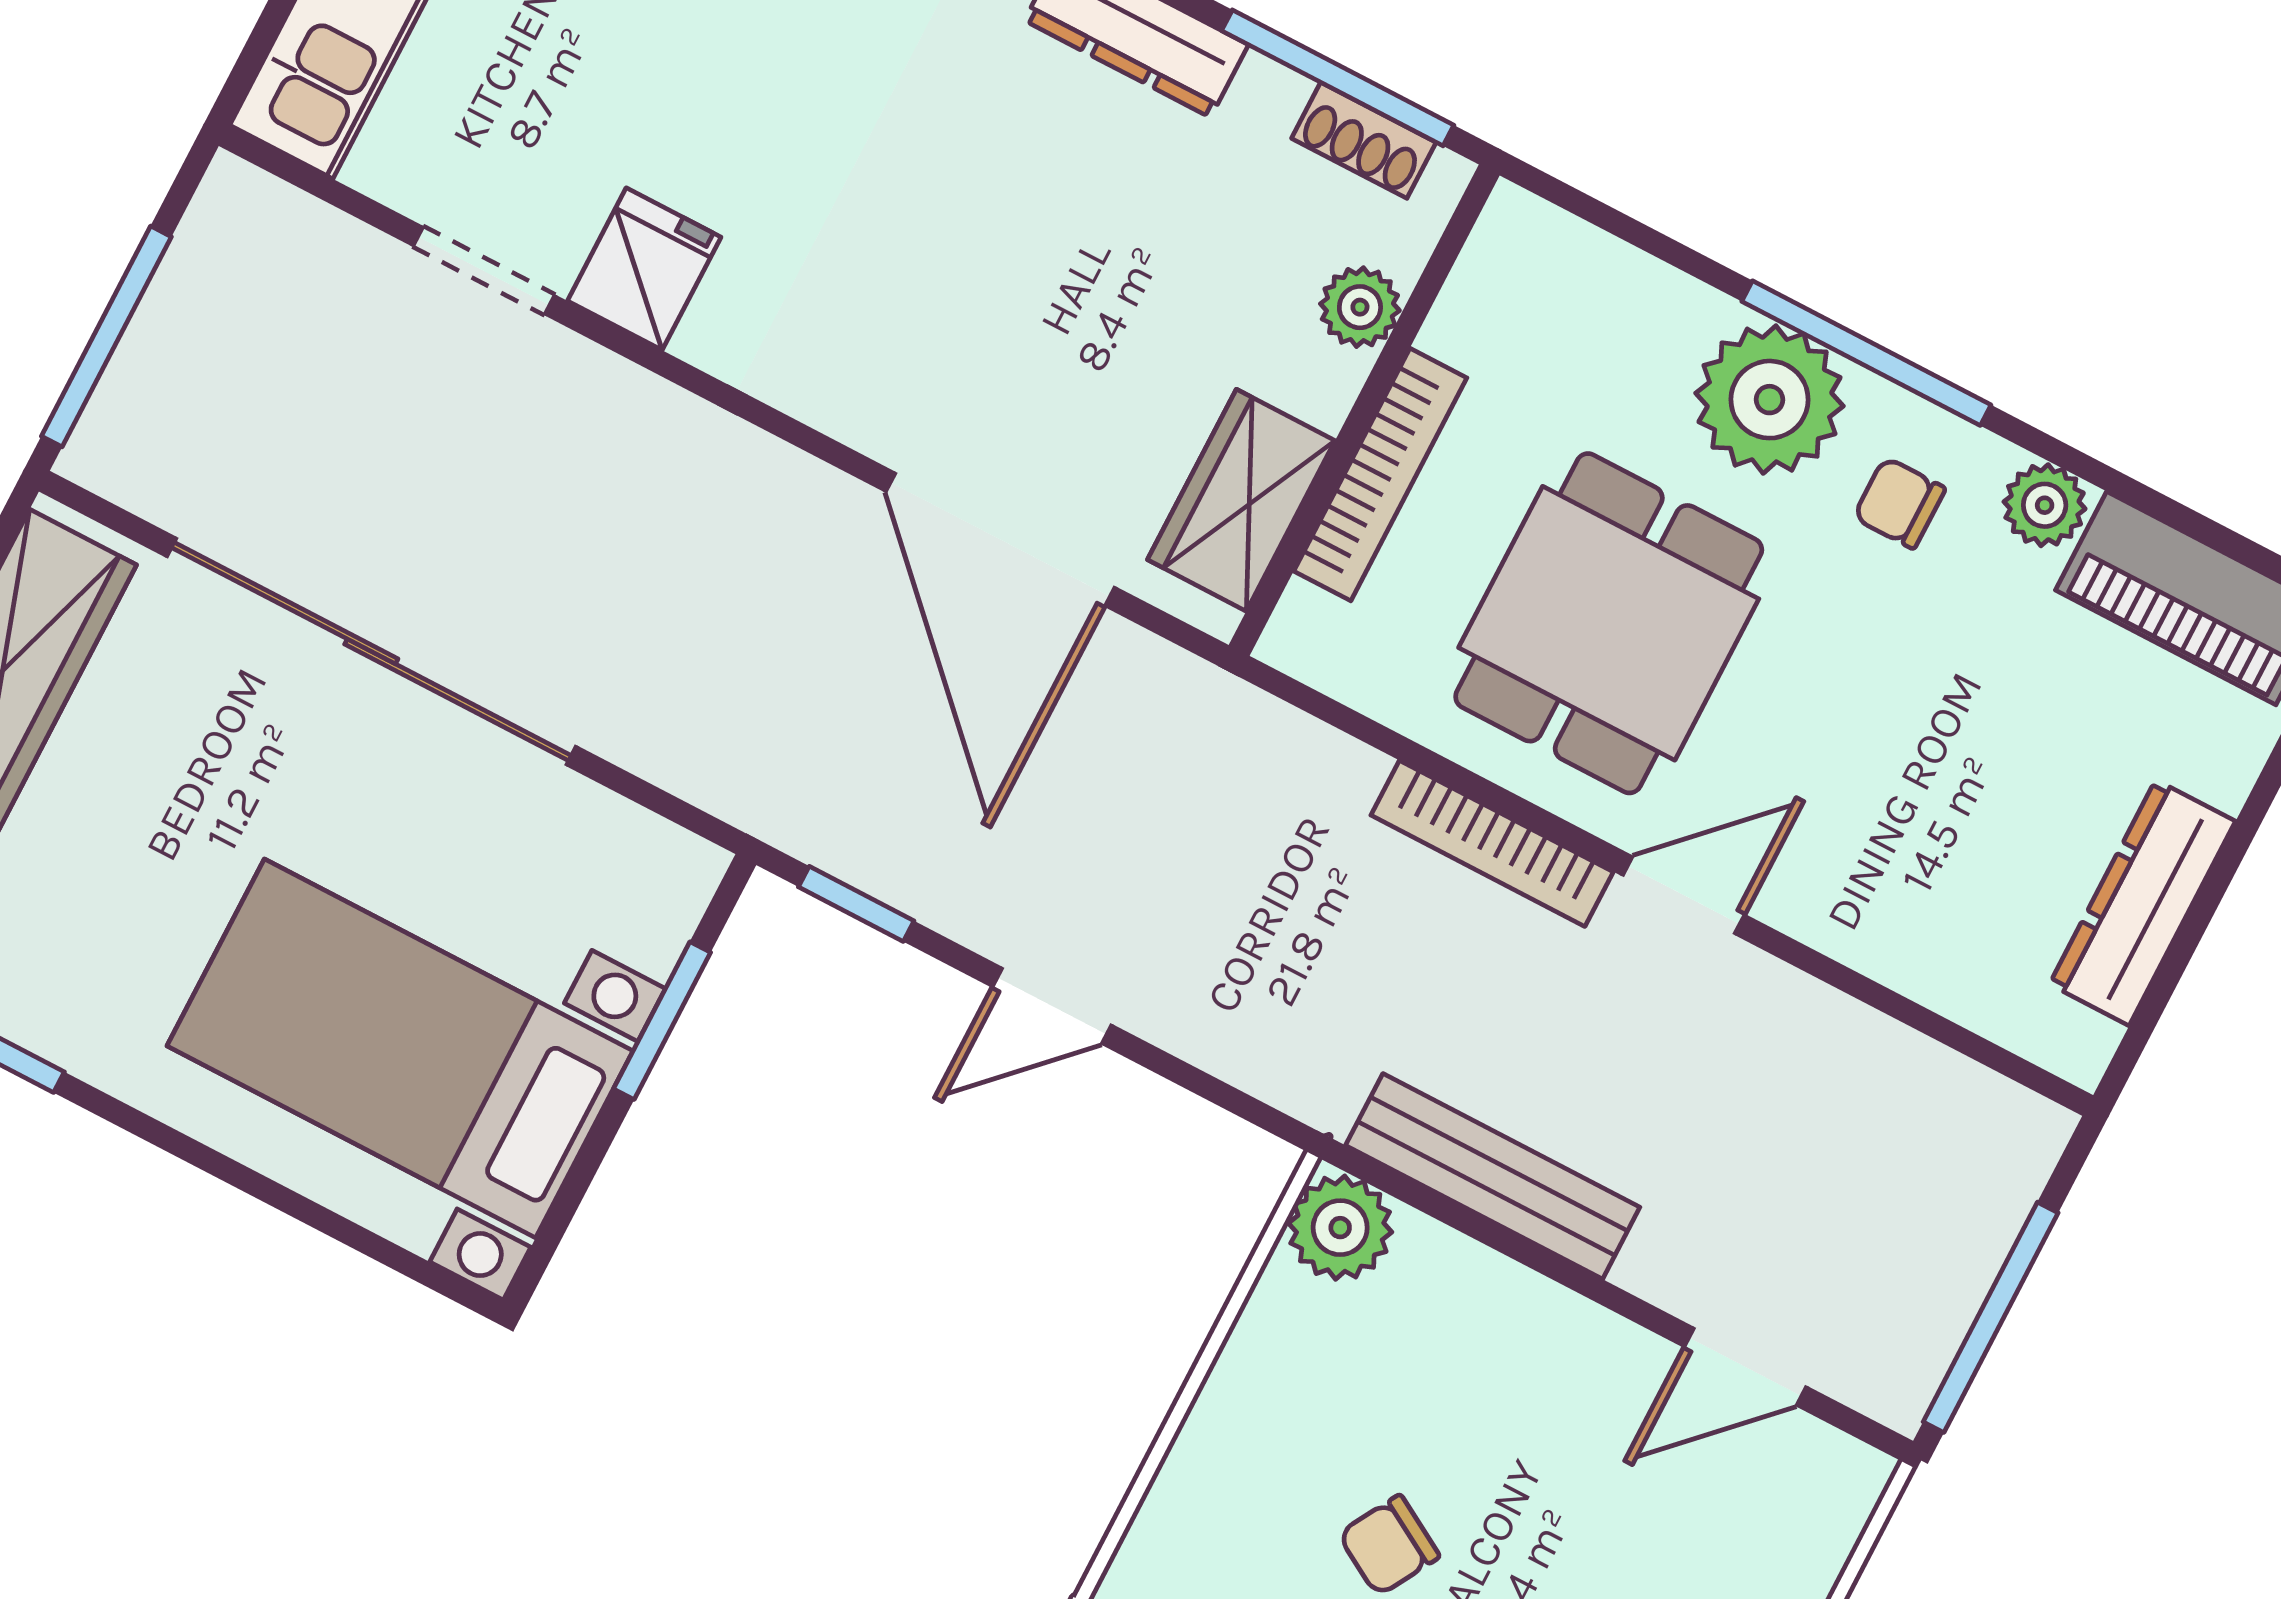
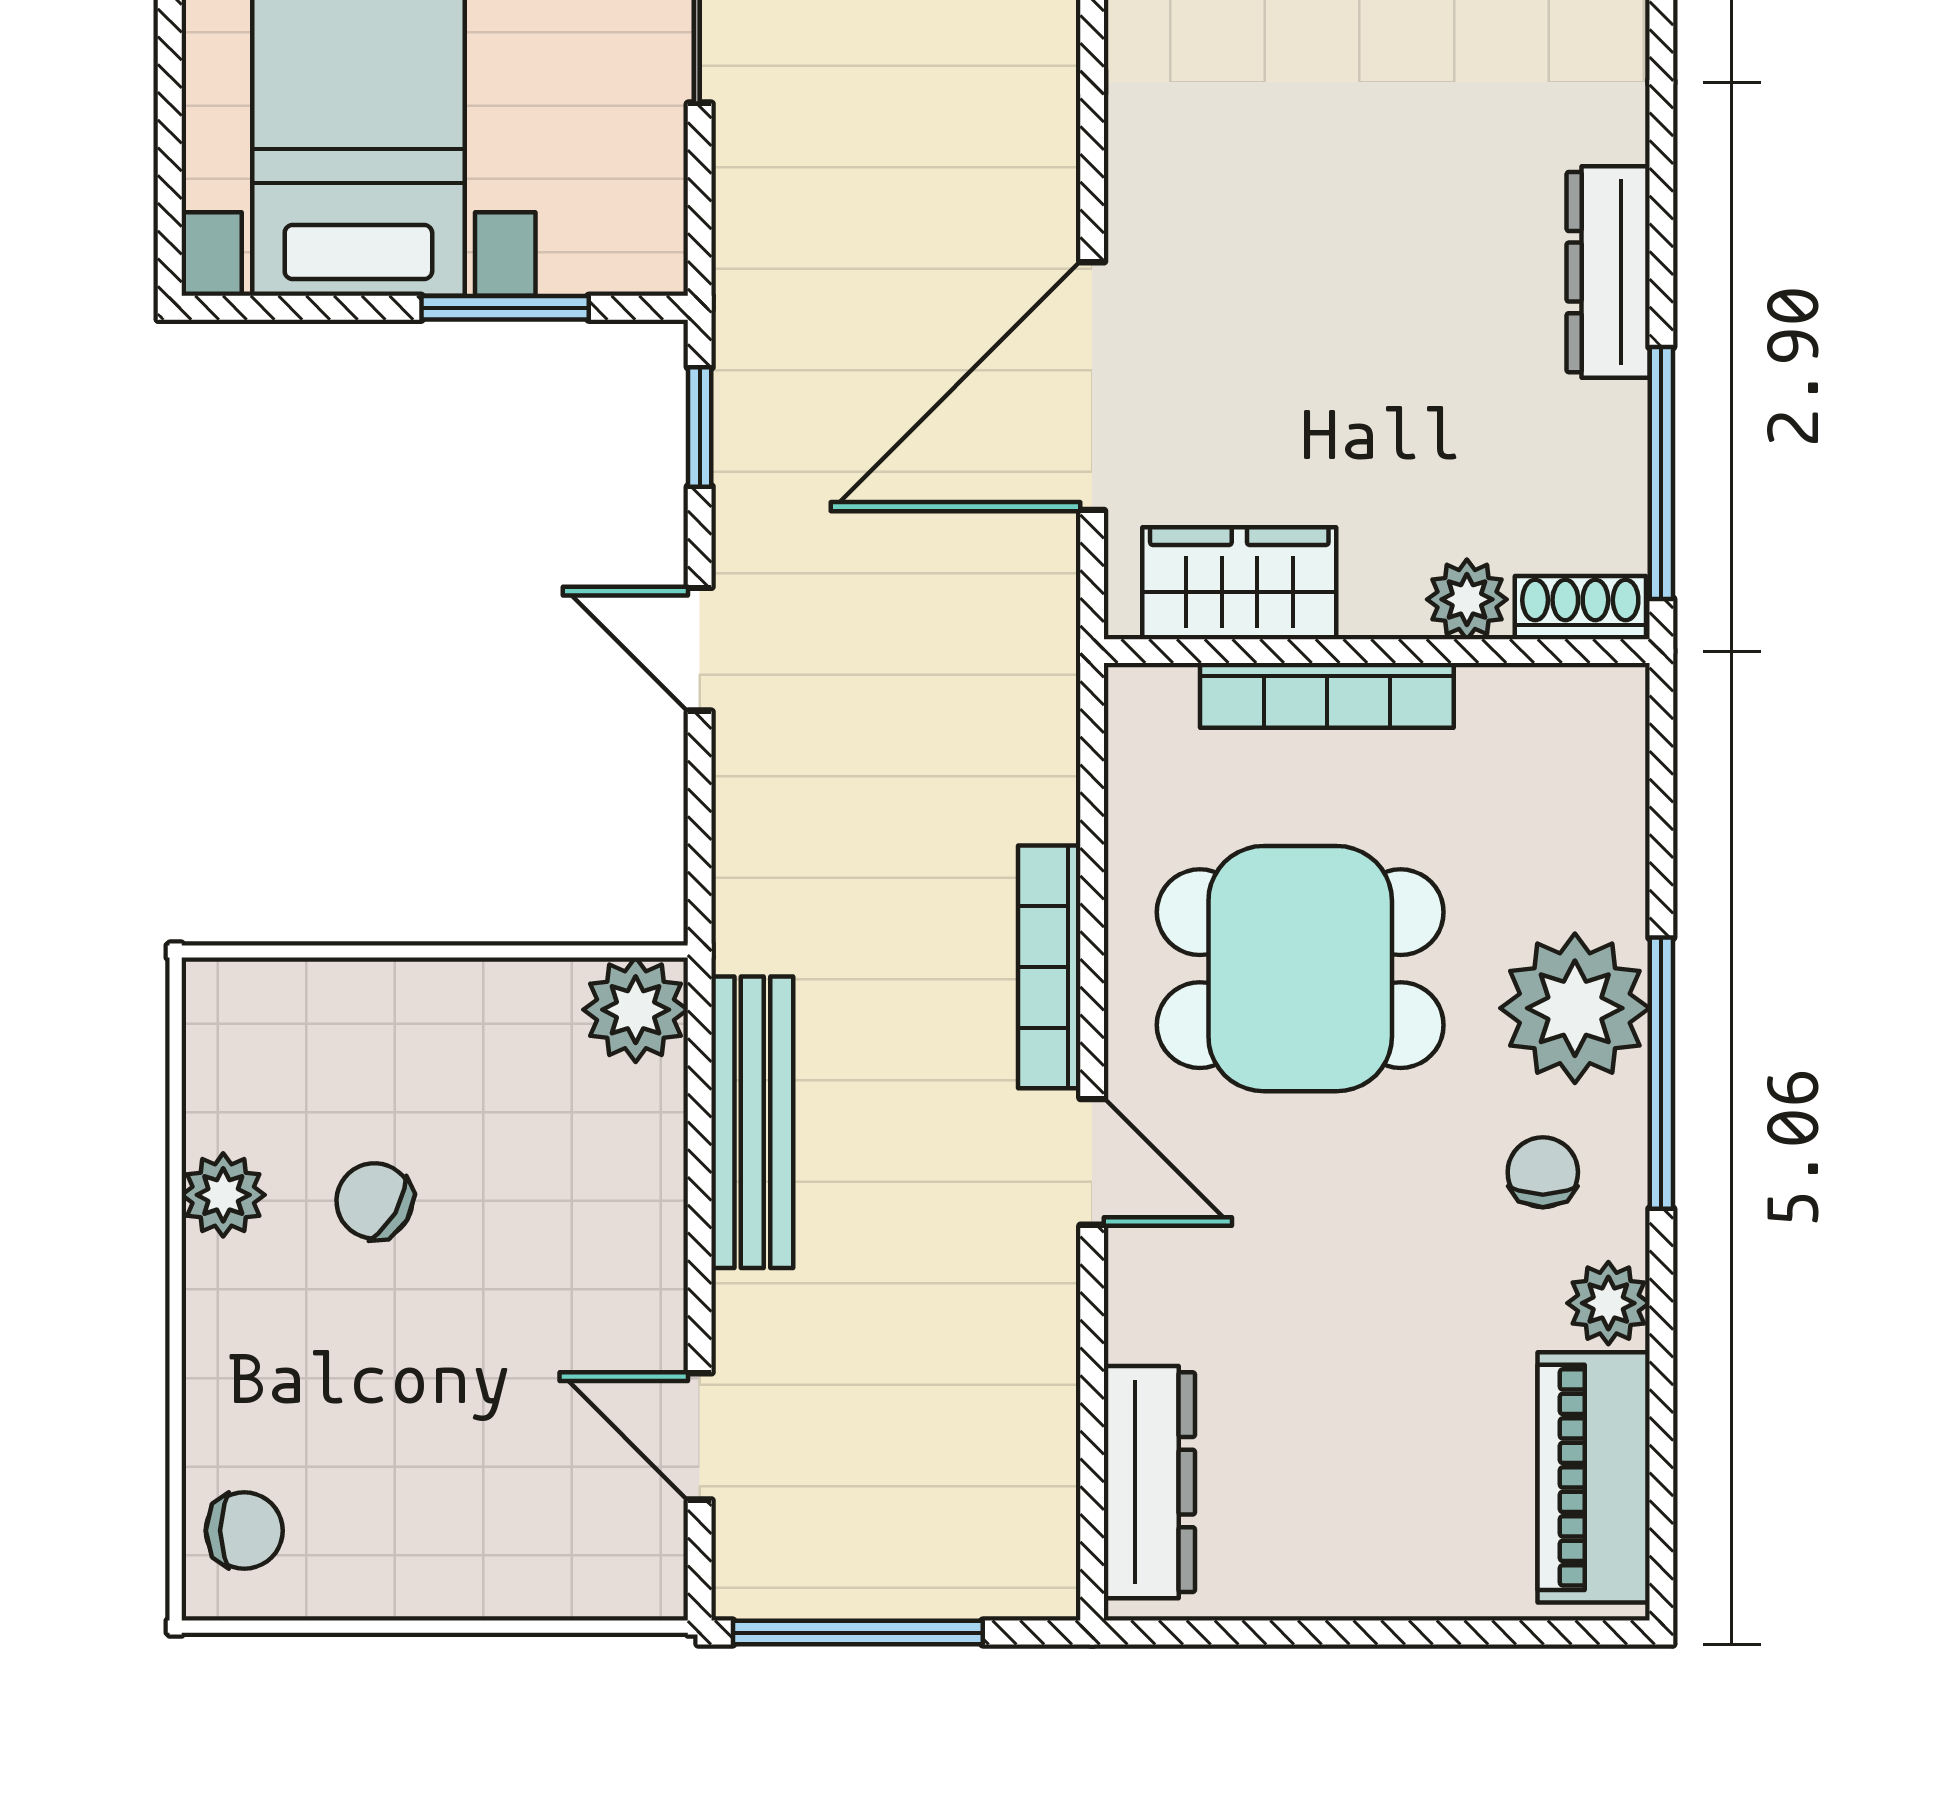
shoe rack: (1364, 140) -> (1580, 608), moved, turned 90
dresser: (2142, 903) -> (1149, 1482), moved, turned 90

